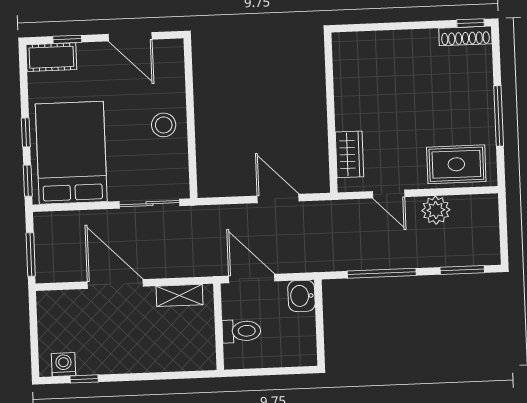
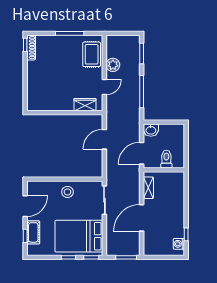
cot: (51, 57) -> (33, 232), moved

